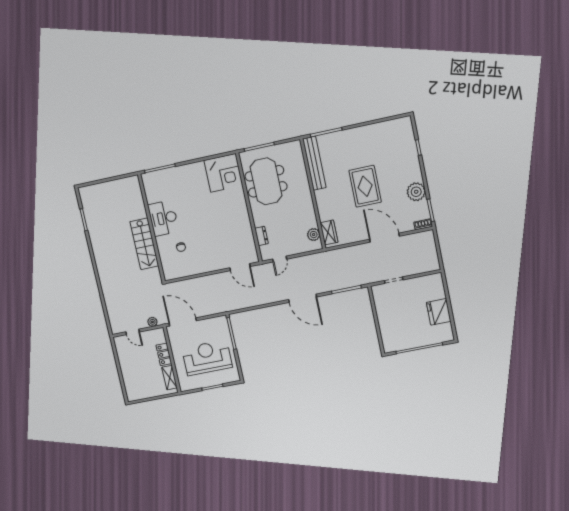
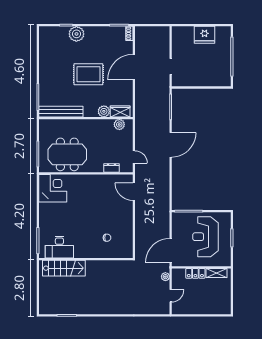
plant: (416, 192) -> (76, 34), moved
plant: (325, 213) -> (104, 111), added
desk: (163, 218) -> (59, 247), moved
stairs: (144, 244) -> (64, 268), moved
door: (240, 267) -> (134, 192), swing flipped

